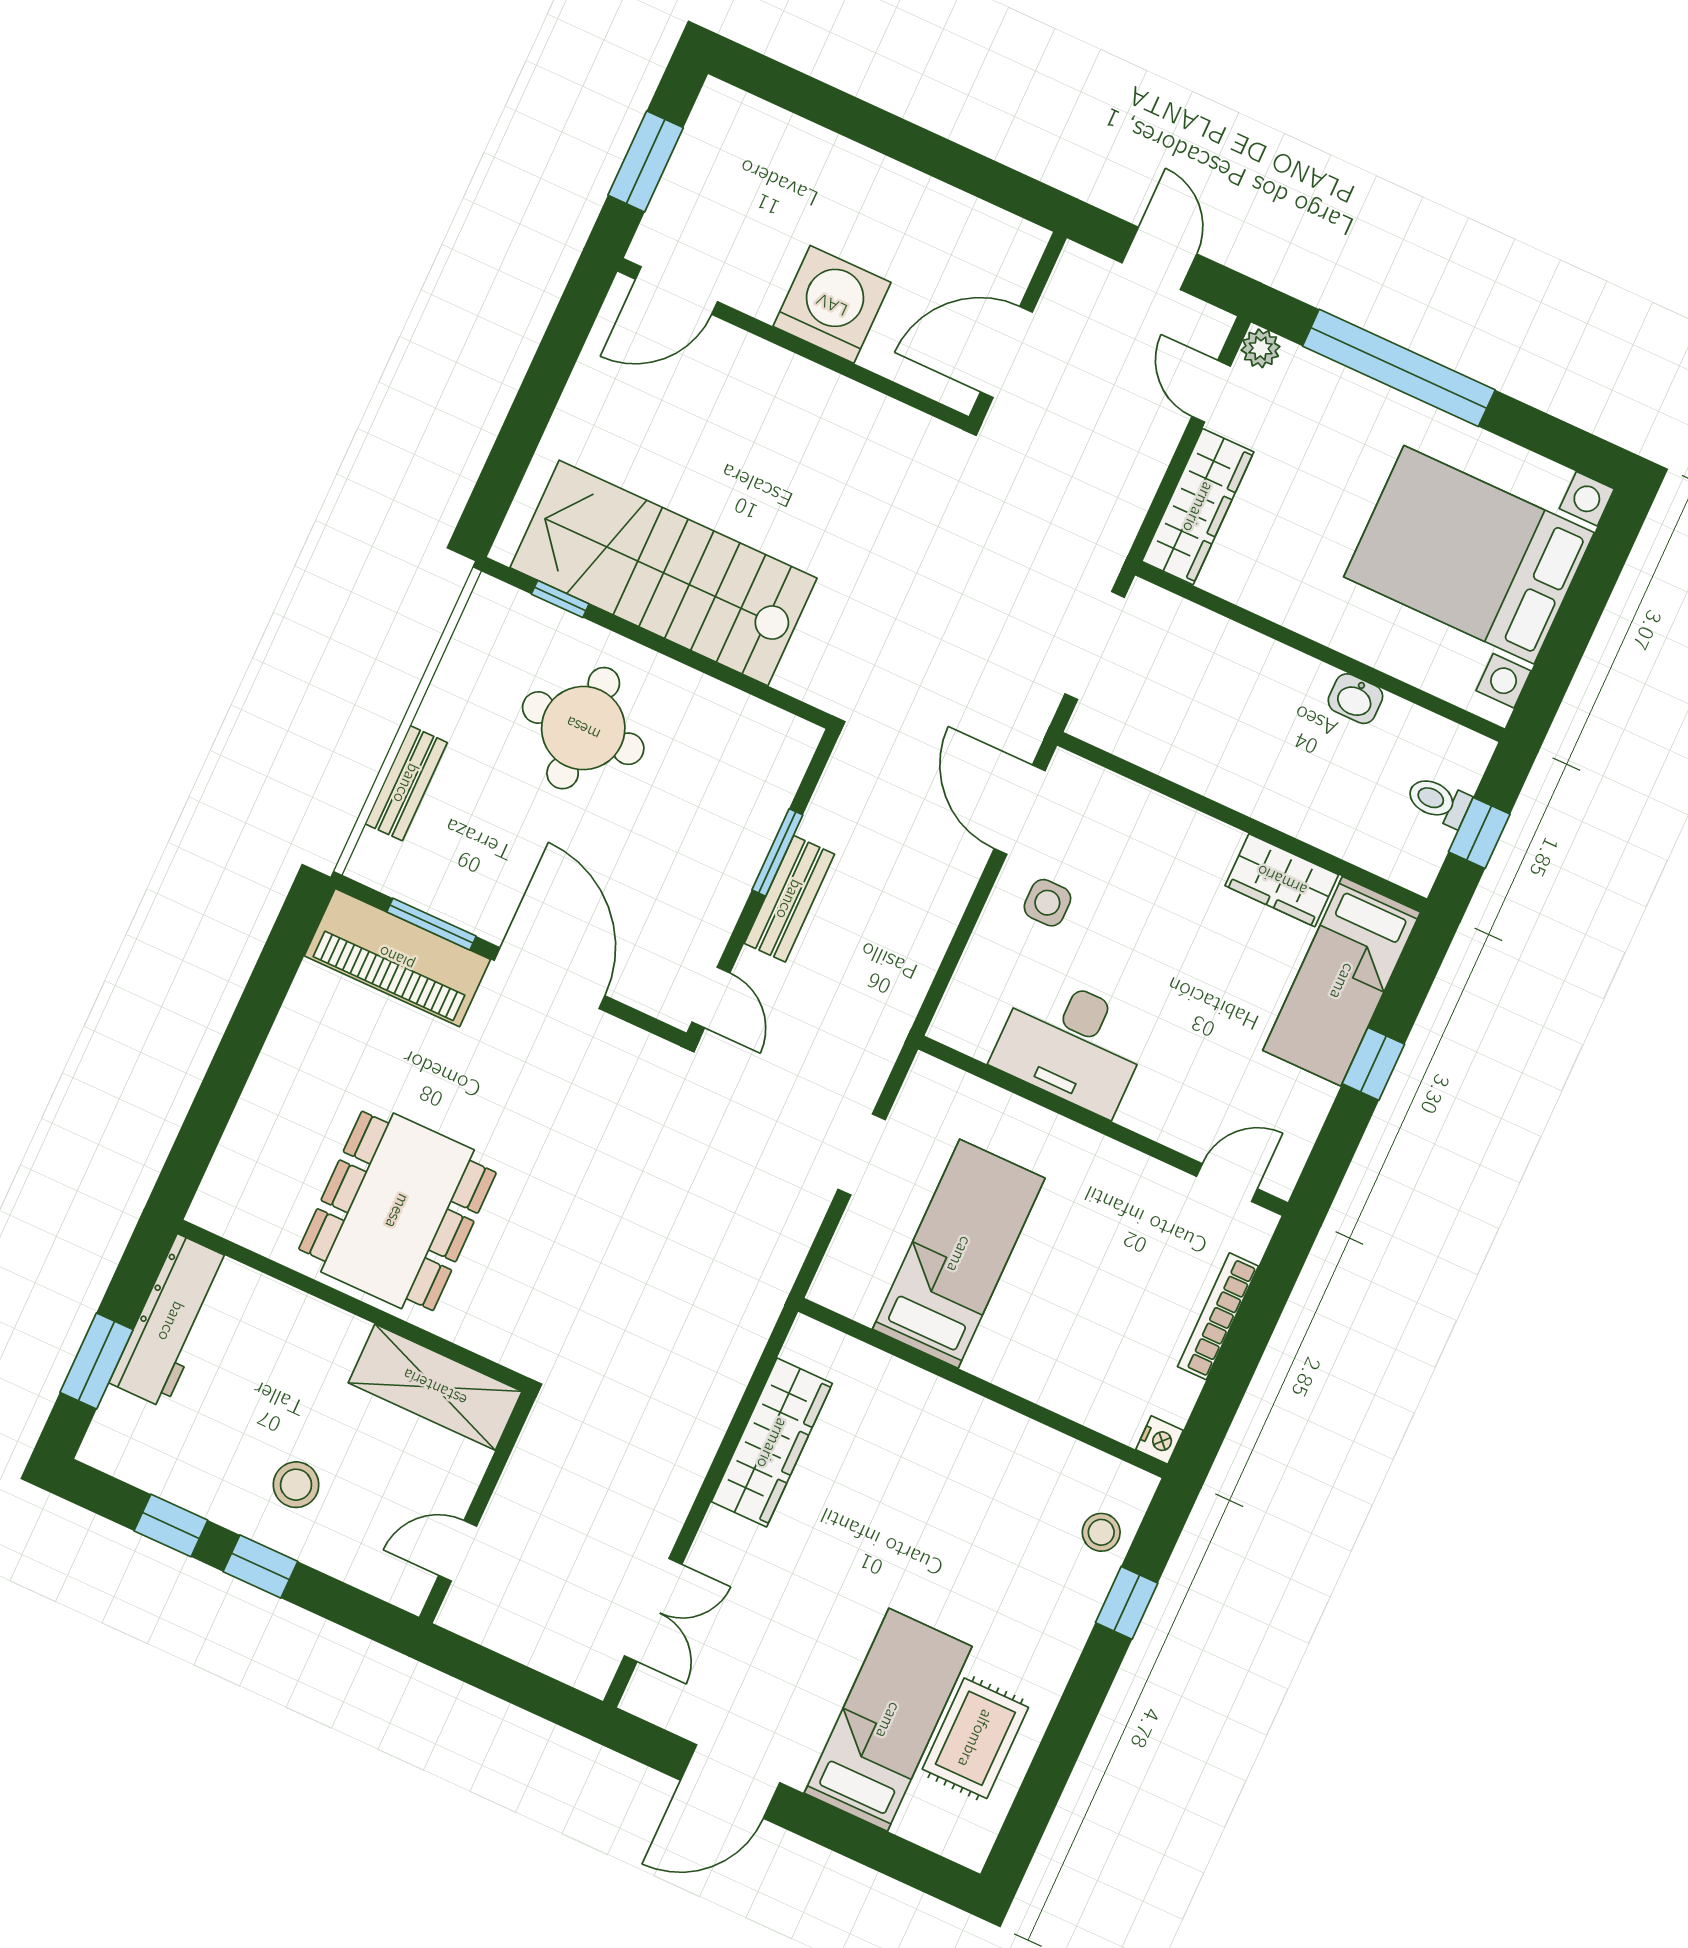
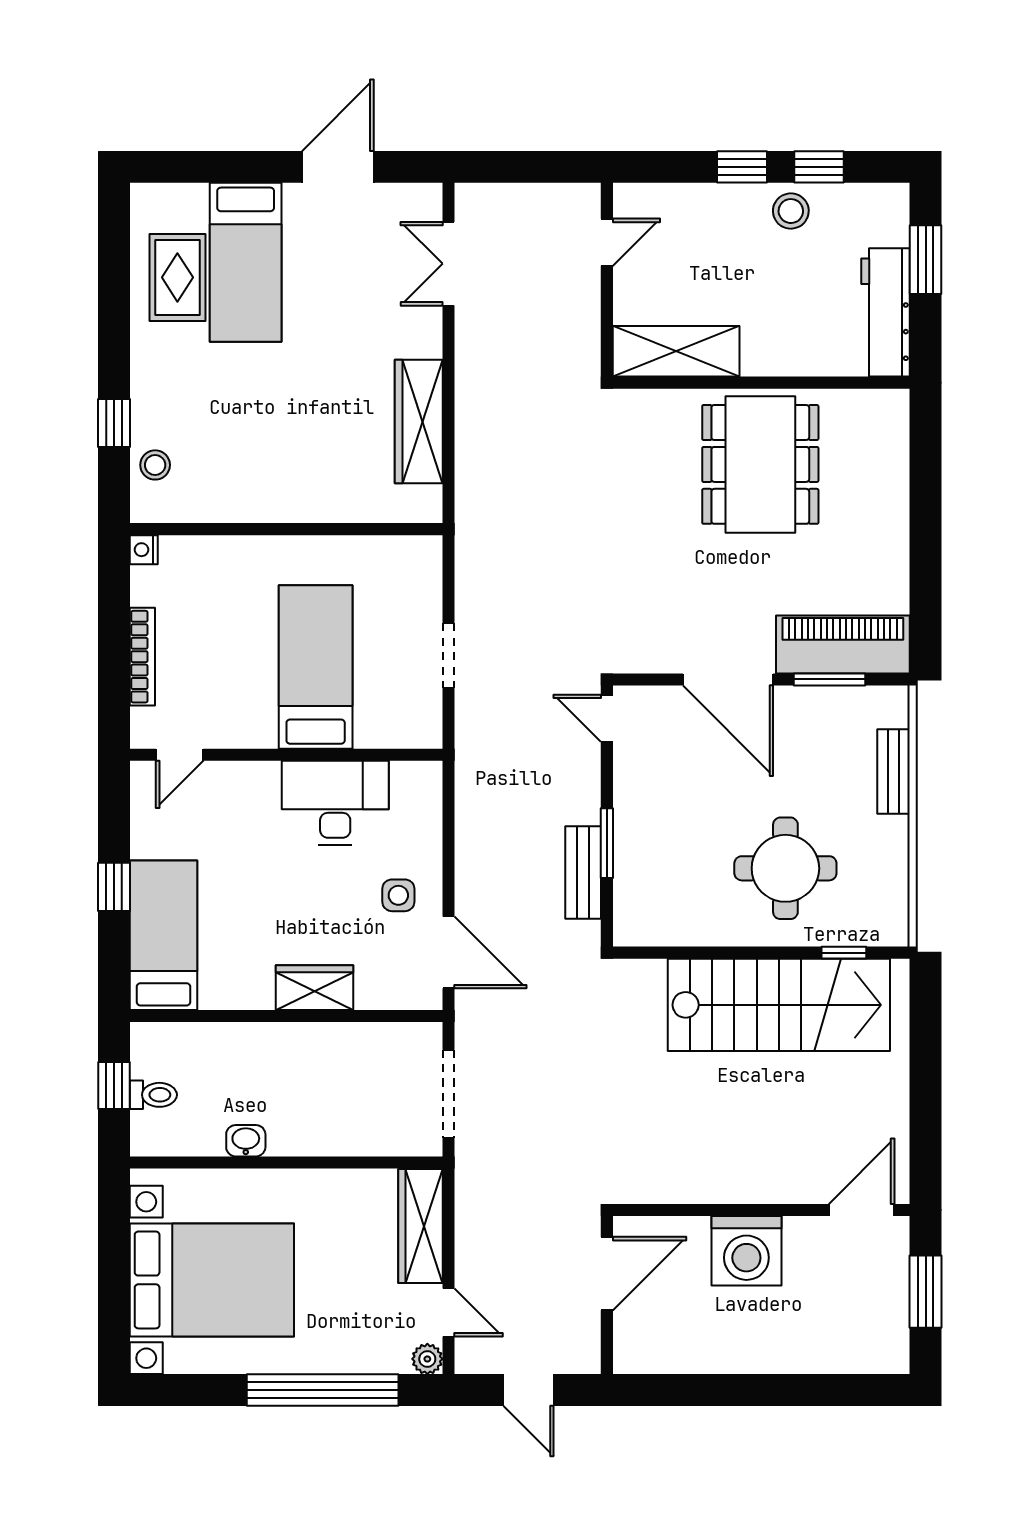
wardrobe: (1282, 880) -> (315, 988), moved
bench: (789, 899) -> (583, 873), moved
bed: (959, 1254) -> (316, 667), moved, turned 180
stool: (296, 1485) -> (791, 211), moved

